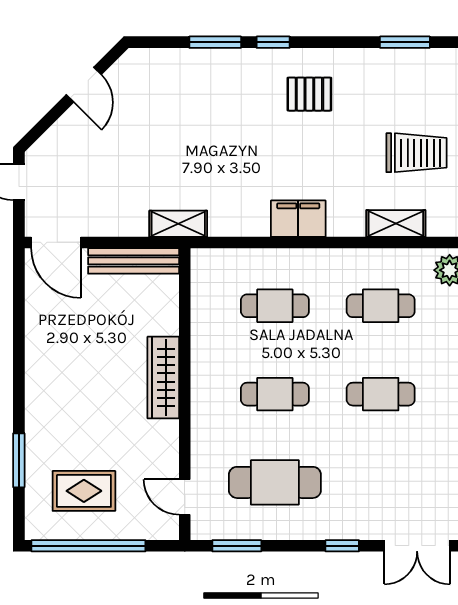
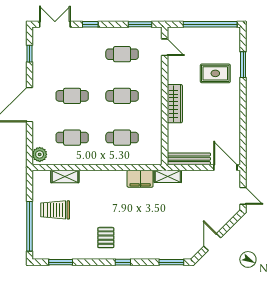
window: (215, 42) -> (171, 262), moved
pallet: (309, 94) -> (106, 238), turned 90
filing cabinet: (298, 219) -> (140, 179), moved
cafe table: (275, 482) -> (122, 54), width x0.73, depth x0.74
rug: (84, 491) -> (215, 73), moved

